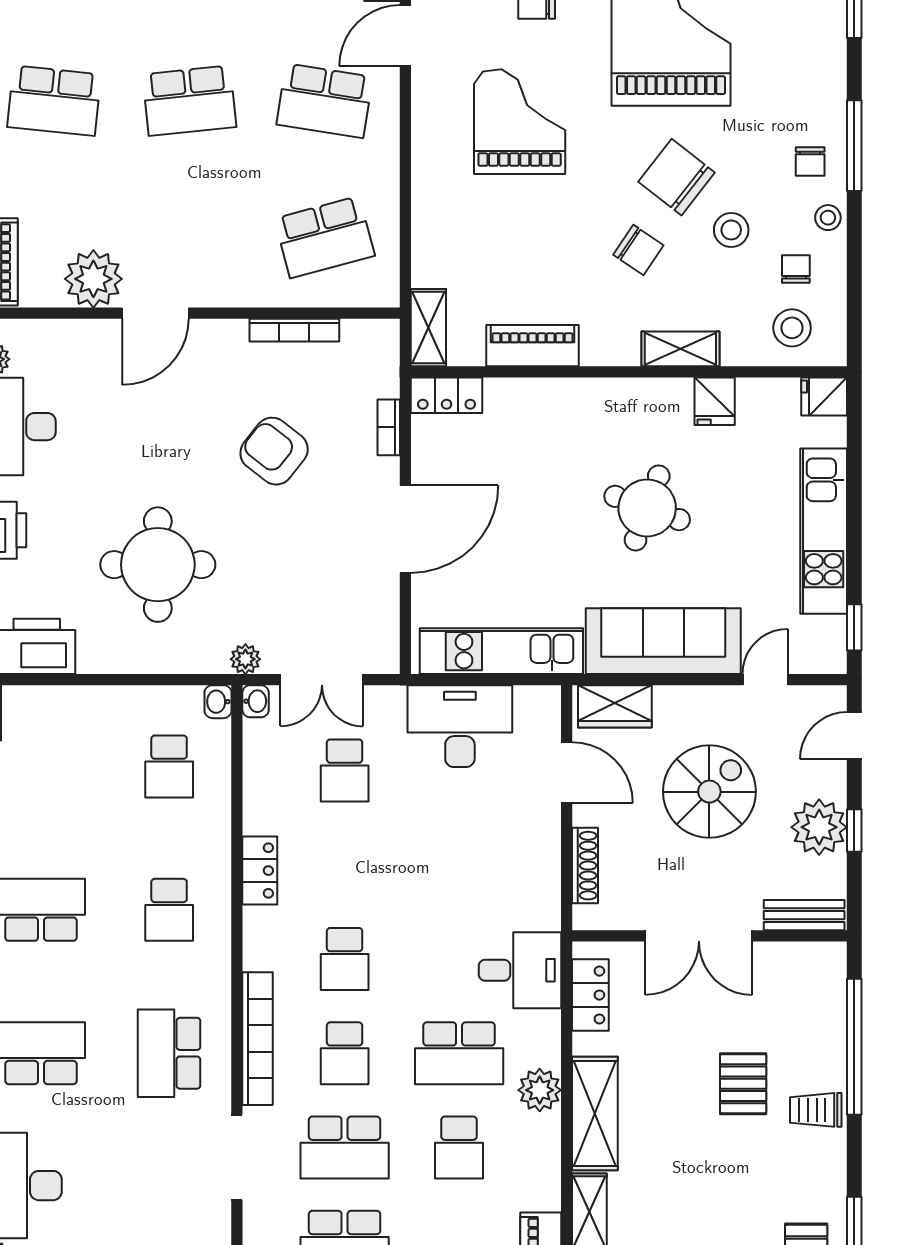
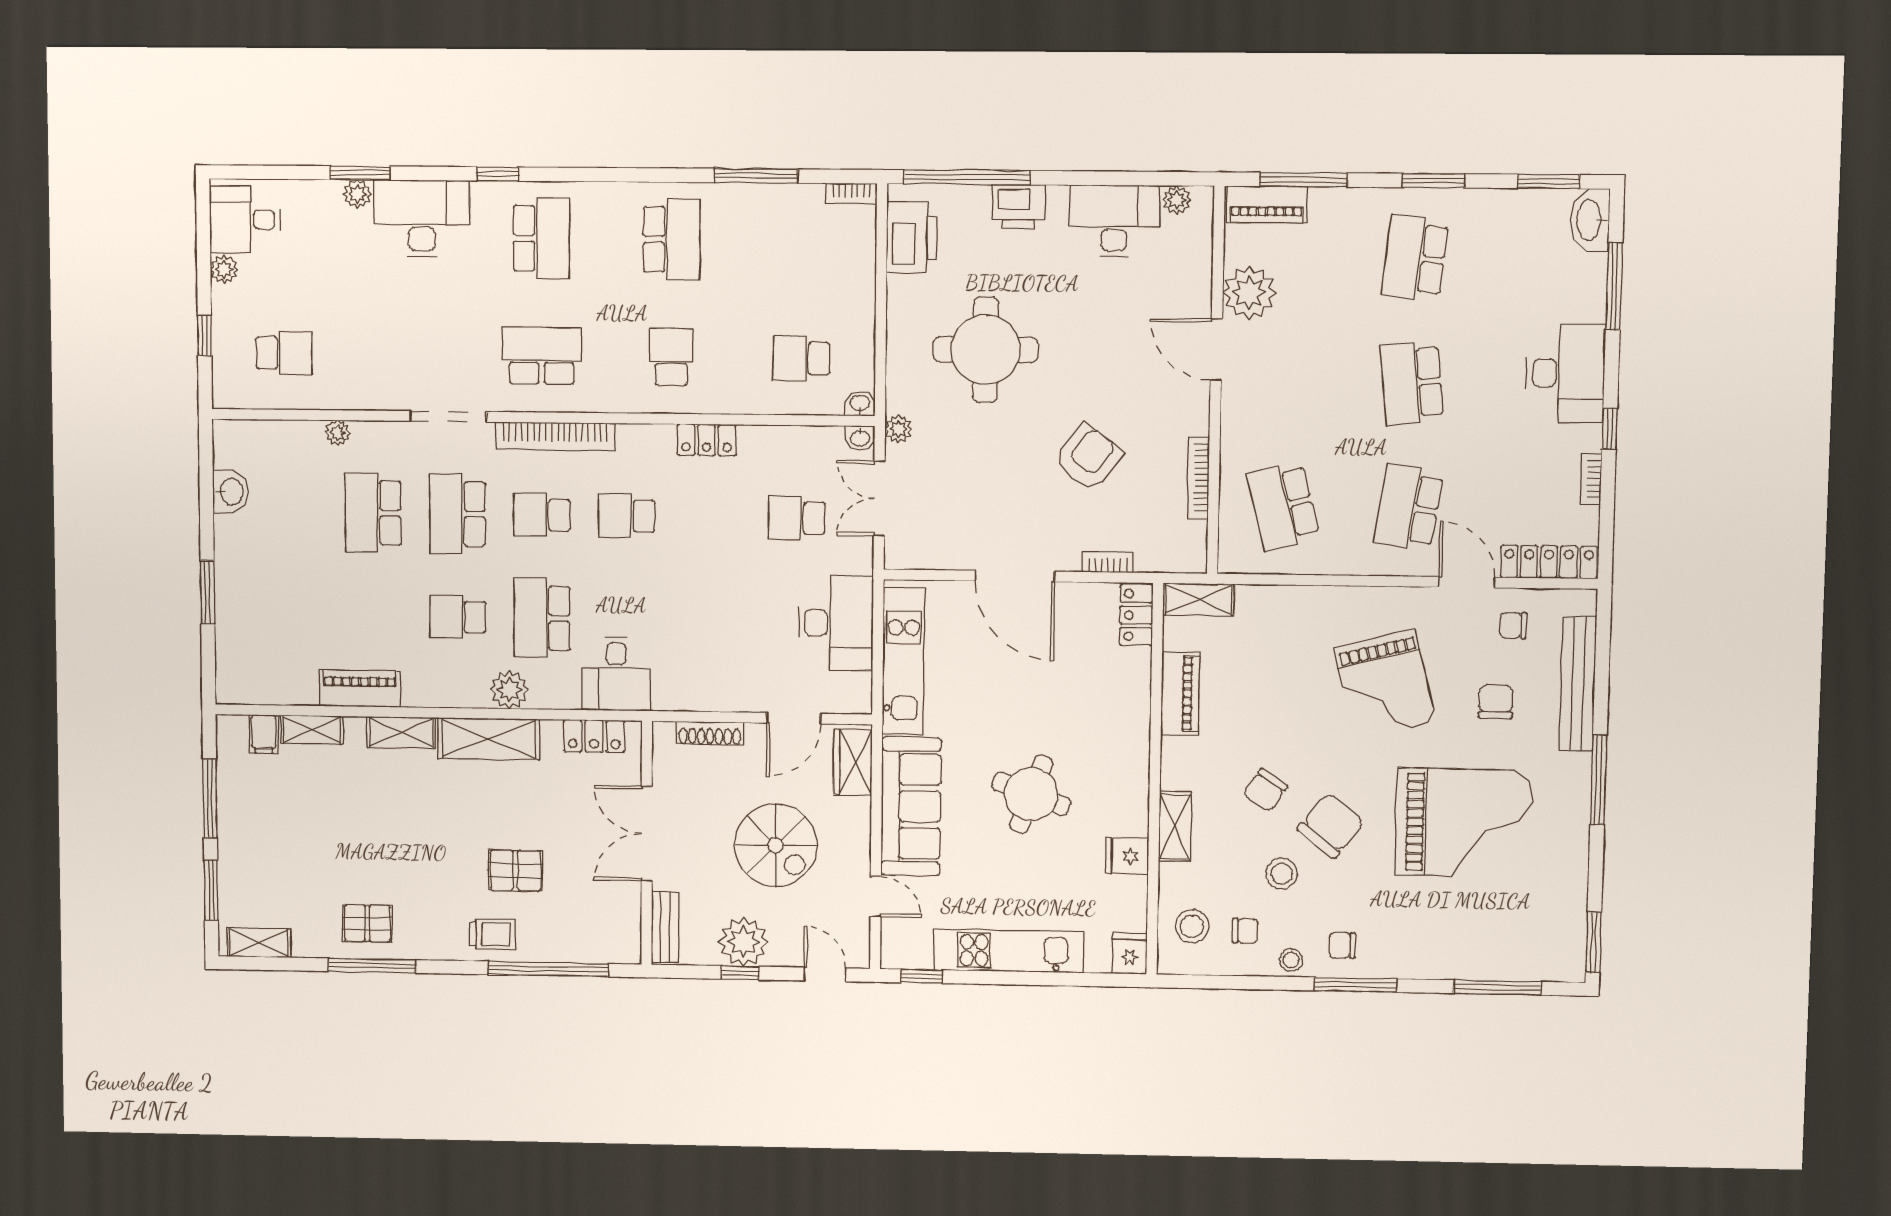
grand piano: (520, 122) -> (1385, 685), turned 76
school desk: (169, 910) -> (671, 357), turned 90
trolley: (816, 1110) -> (492, 934), turned 90

